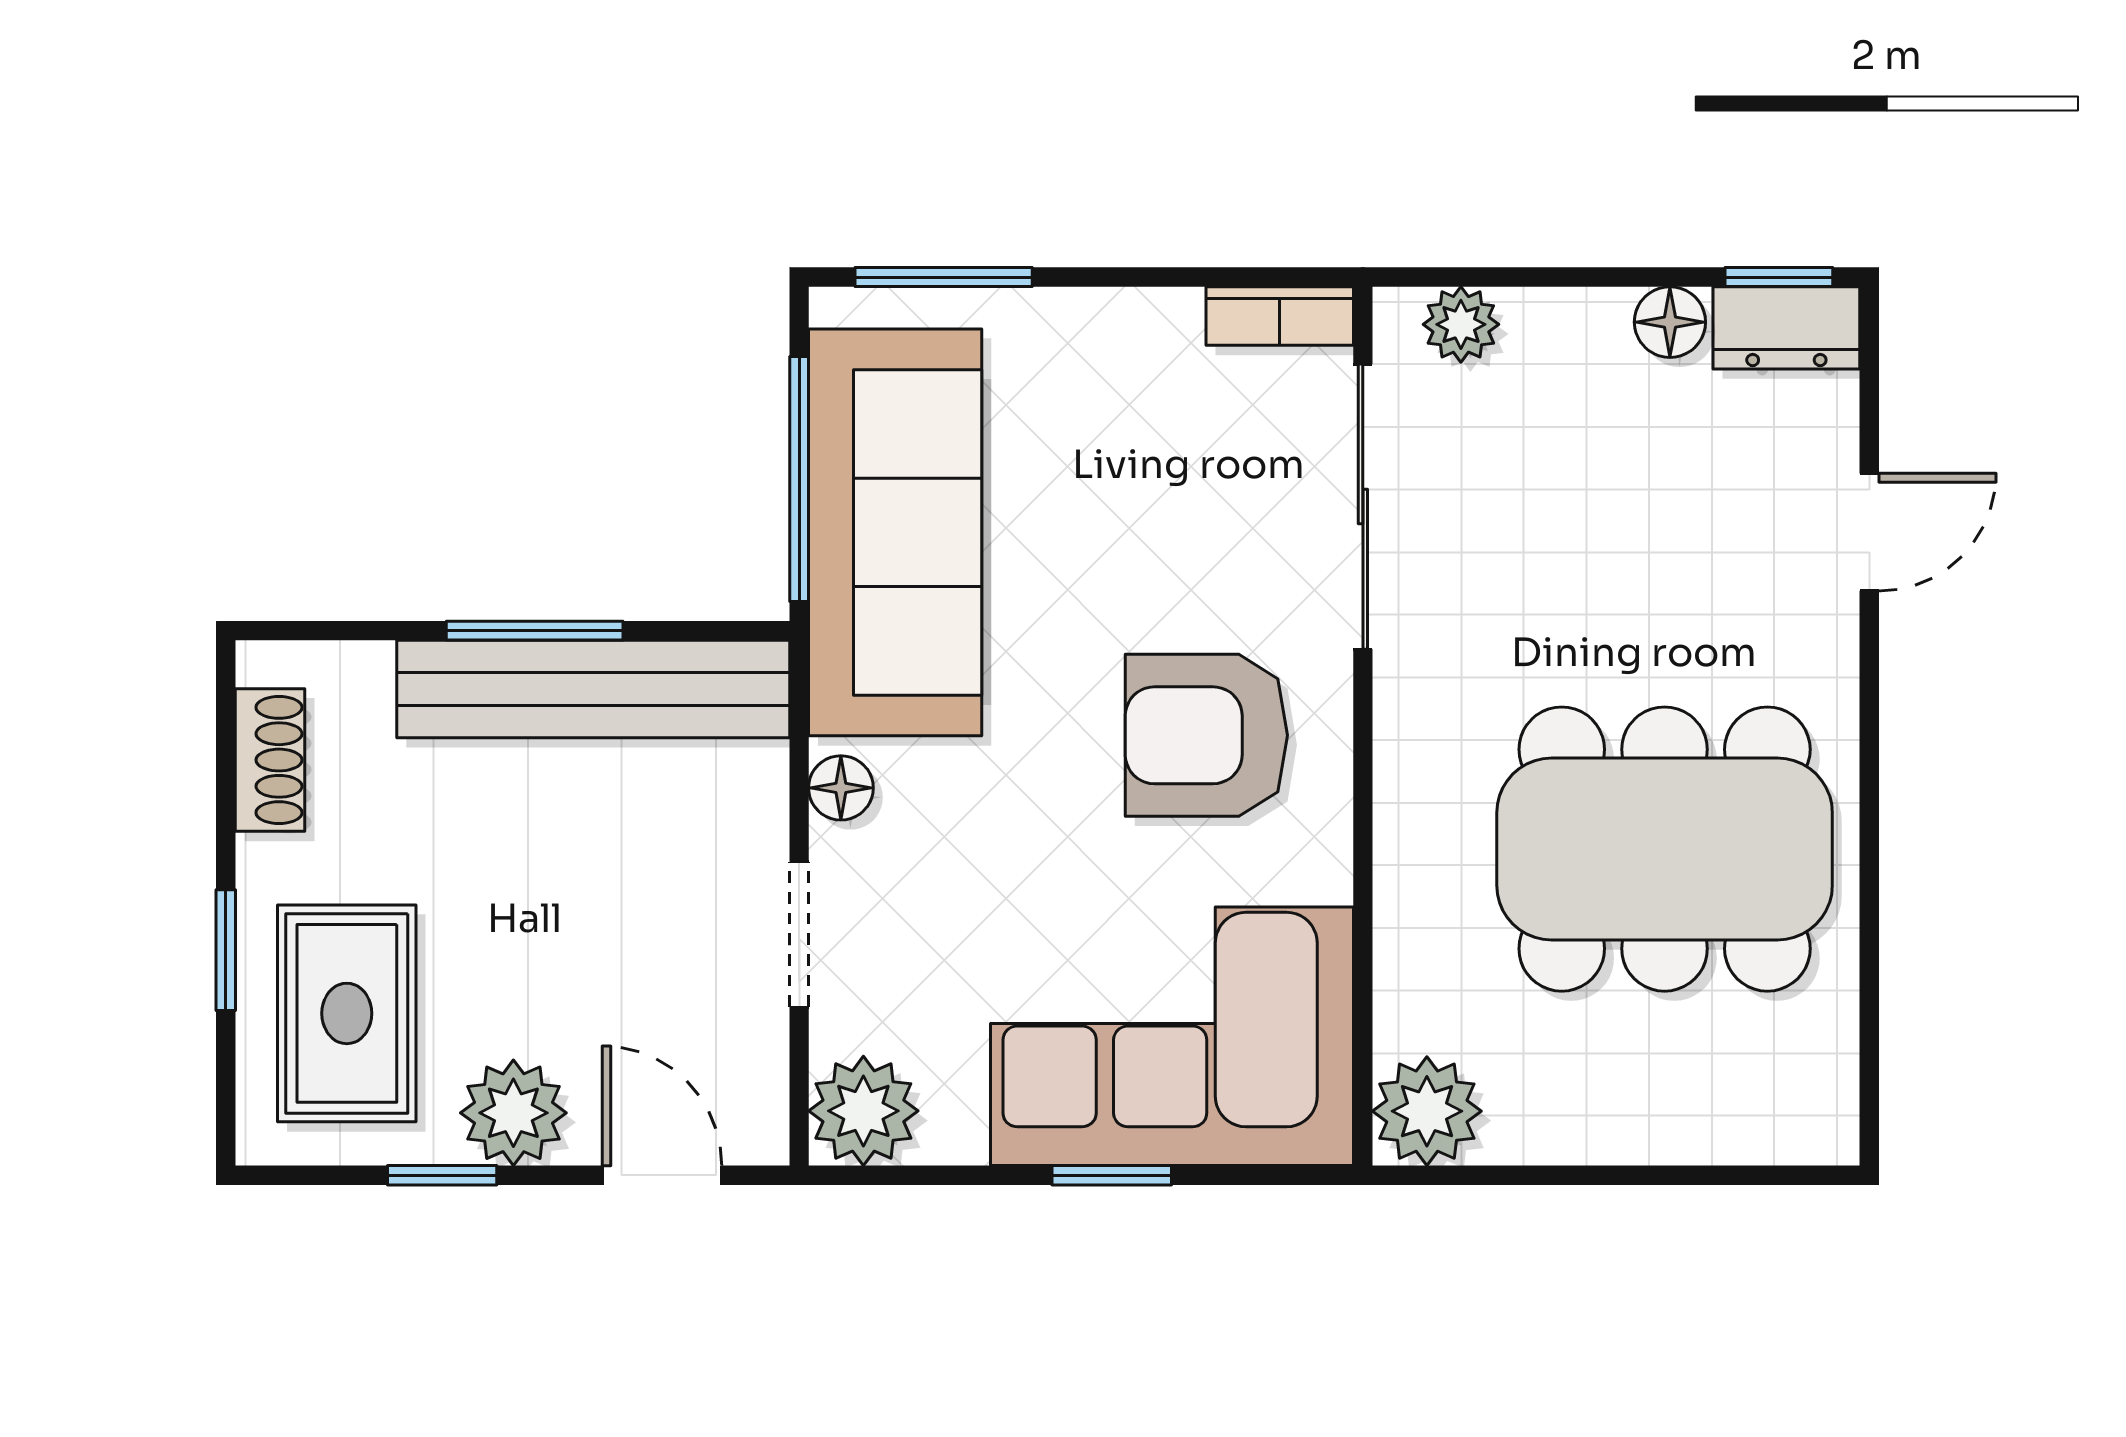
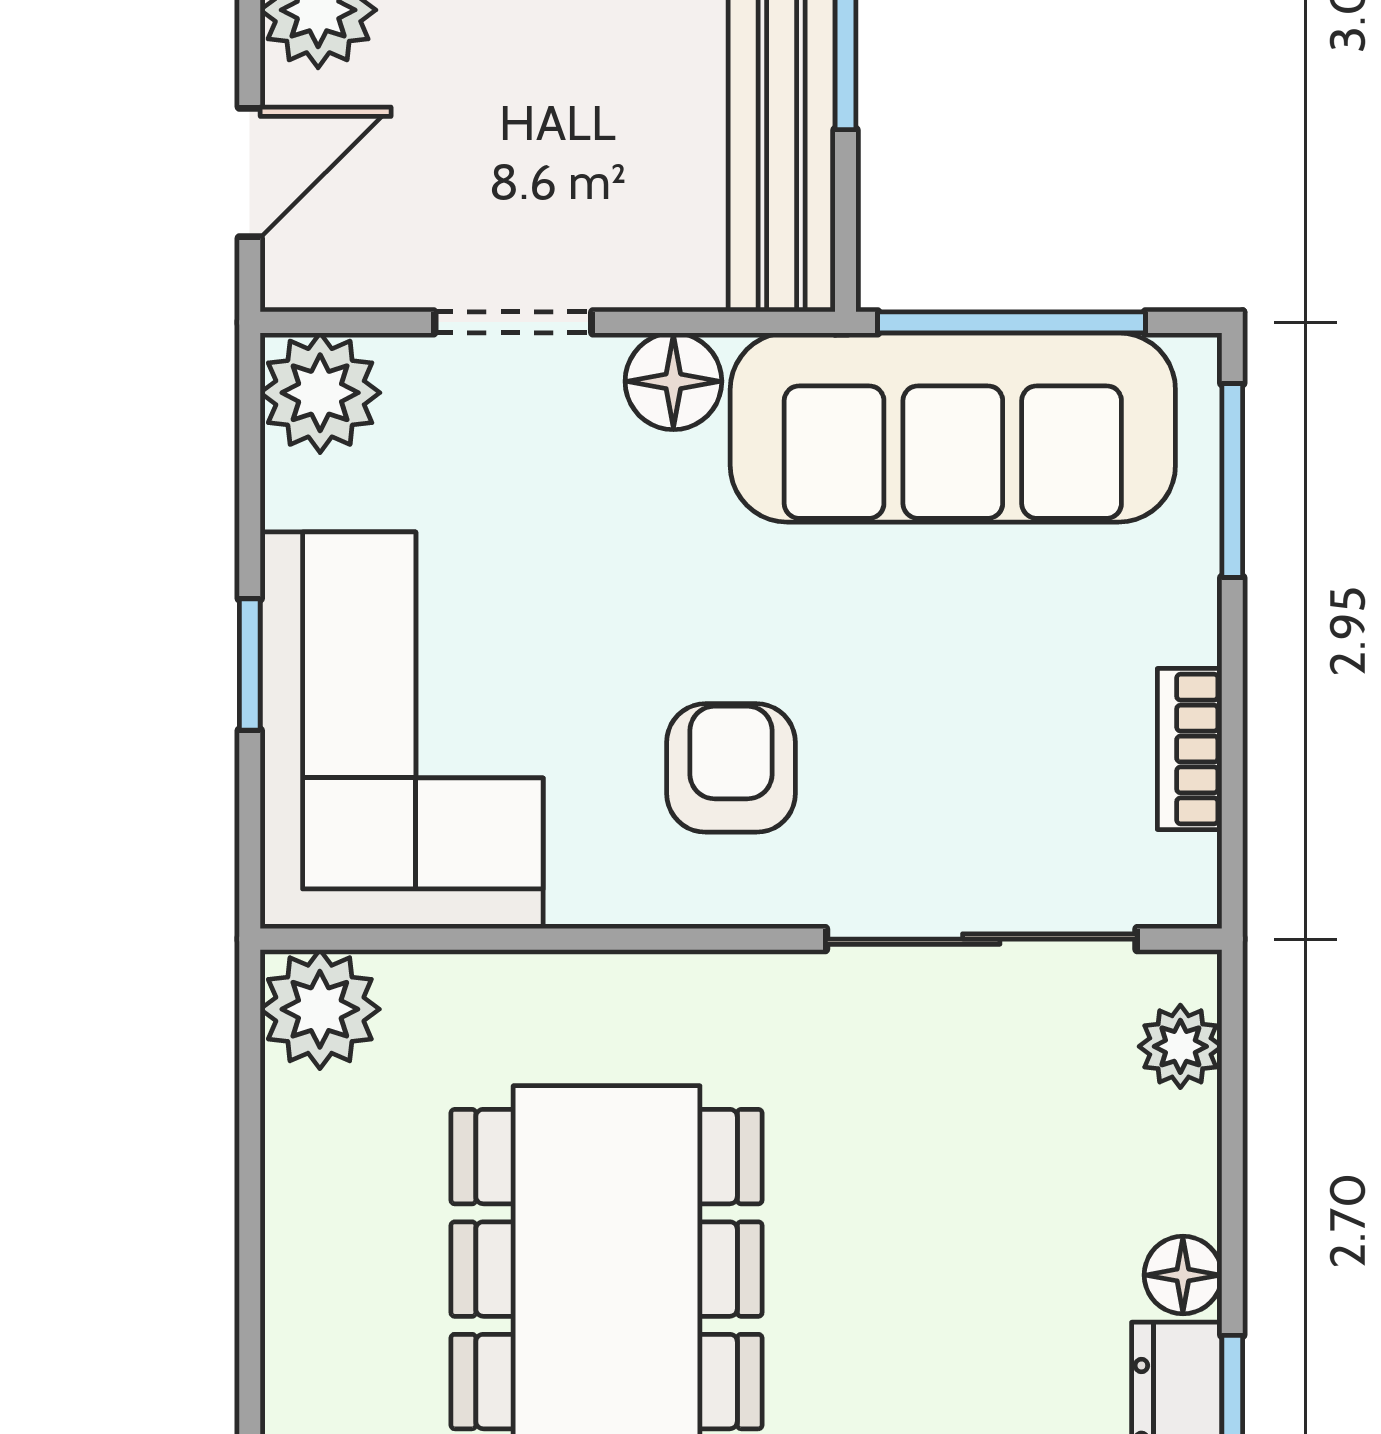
bookcase: (1280, 316) -> (1190, 749), moved
armchair: (1206, 735) -> (731, 768), width x0.72, depth x0.72
floor lamp: (841, 788) -> (673, 381), width x1.37, depth x1.37

